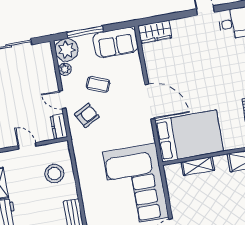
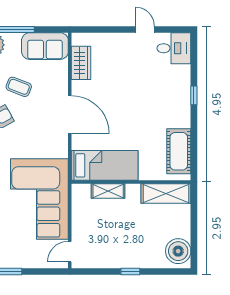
wardrobe: (155, 32) -> (81, 63), moved, turned -90
bed: (189, 136) -> (105, 165), width x0.67

